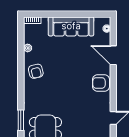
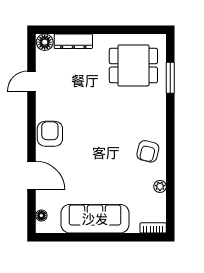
armchair: (36, 71) -> (148, 151), turned -152
armchair: (101, 83) -> (50, 134), turned -90

